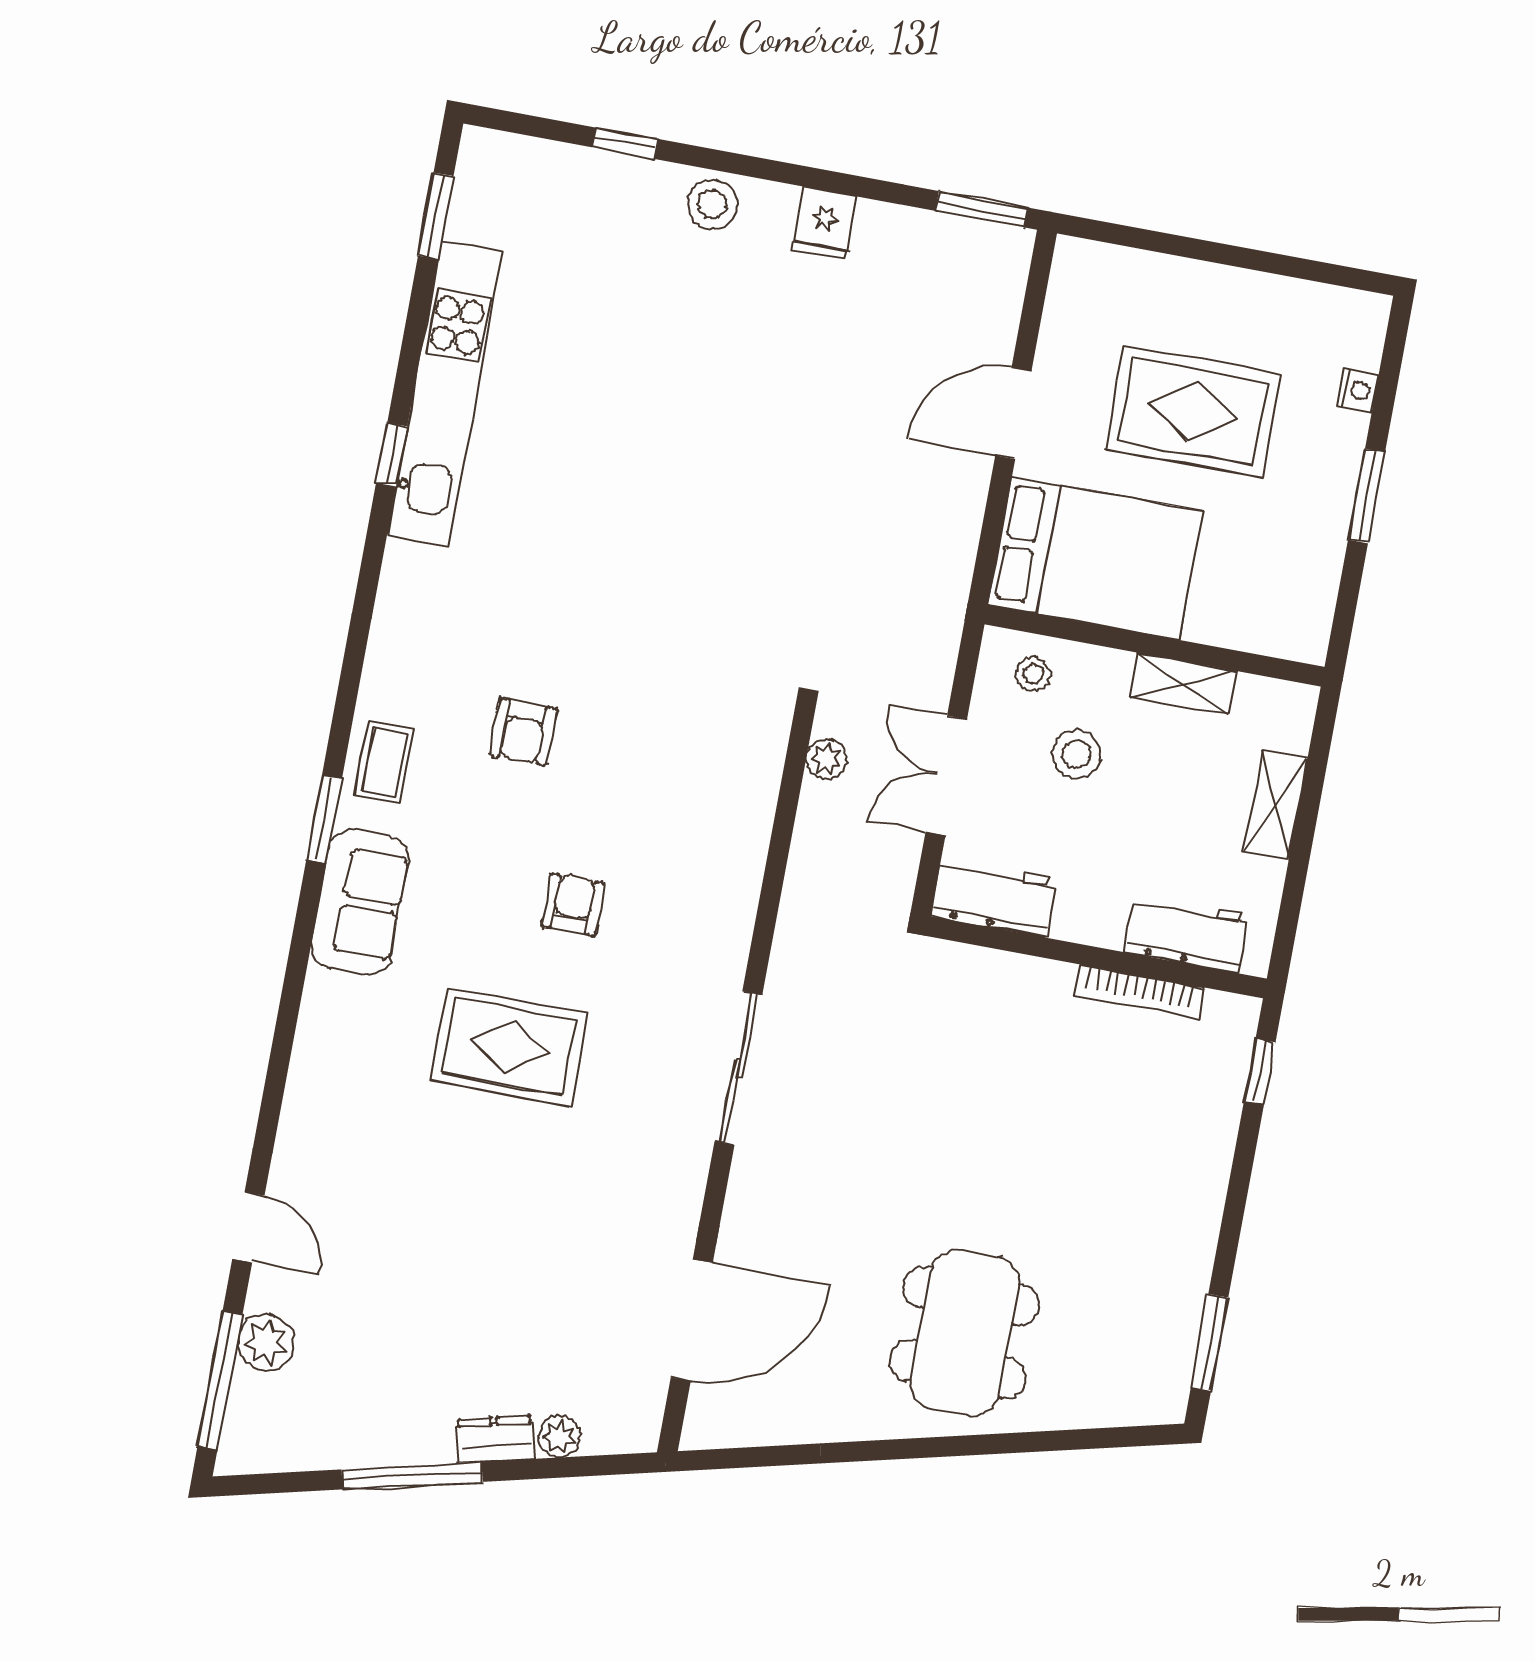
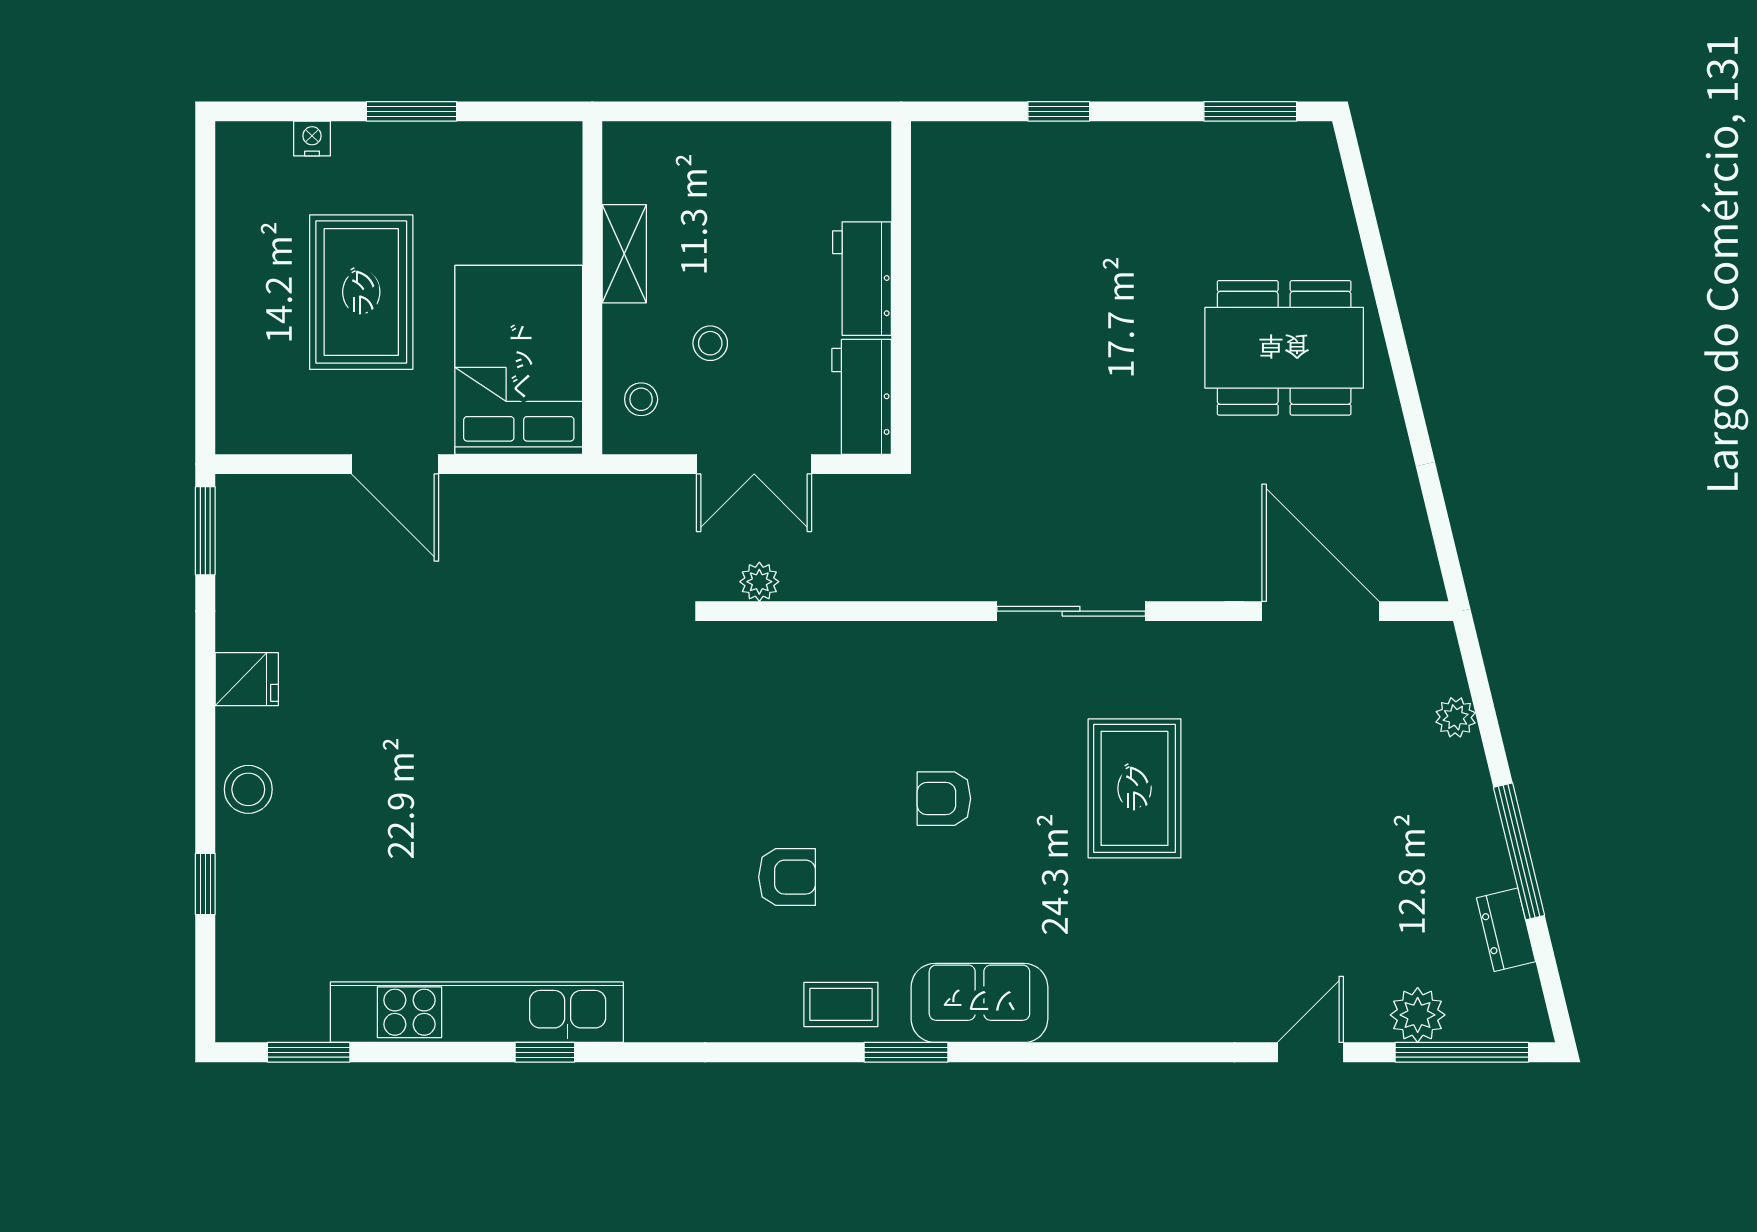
stool: (1076, 754) -> (710, 343), width x0.73, depth x0.73
shelving: (1275, 805) -> (724, 144), removed
workbench: (1188, 933) -> (862, 279), moved
bookcase: (1140, 992) -> (927, 241), removed
rug: (509, 1047) -> (1135, 788), moved
window: (1260, 1072) -> (1059, 111), moved
dresser: (495, 1439) -> (1506, 930), moved

